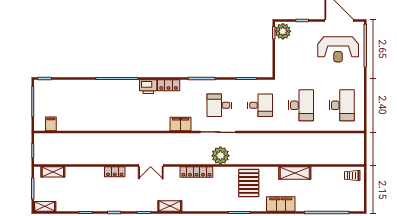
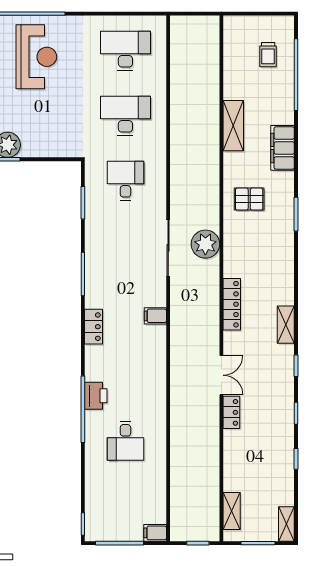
printer: (148, 87) -> (96, 396), moved
desk: (219, 105) -> (125, 441), moved
filing cabinet: (51, 124) -> (155, 533), moved
filing cabinet: (181, 124) -> (155, 316), width x0.50
double door: (151, 166) -> (221, 375), moved
locker: (196, 172) -> (232, 304), moved
trolley: (352, 176) -> (268, 55), moved
pallet: (249, 183) -> (249, 199), width x0.67, depth x0.71

